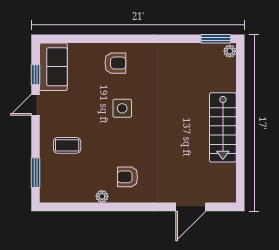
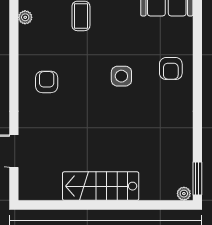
plant: (102, 196) -> (25, 17), moved

